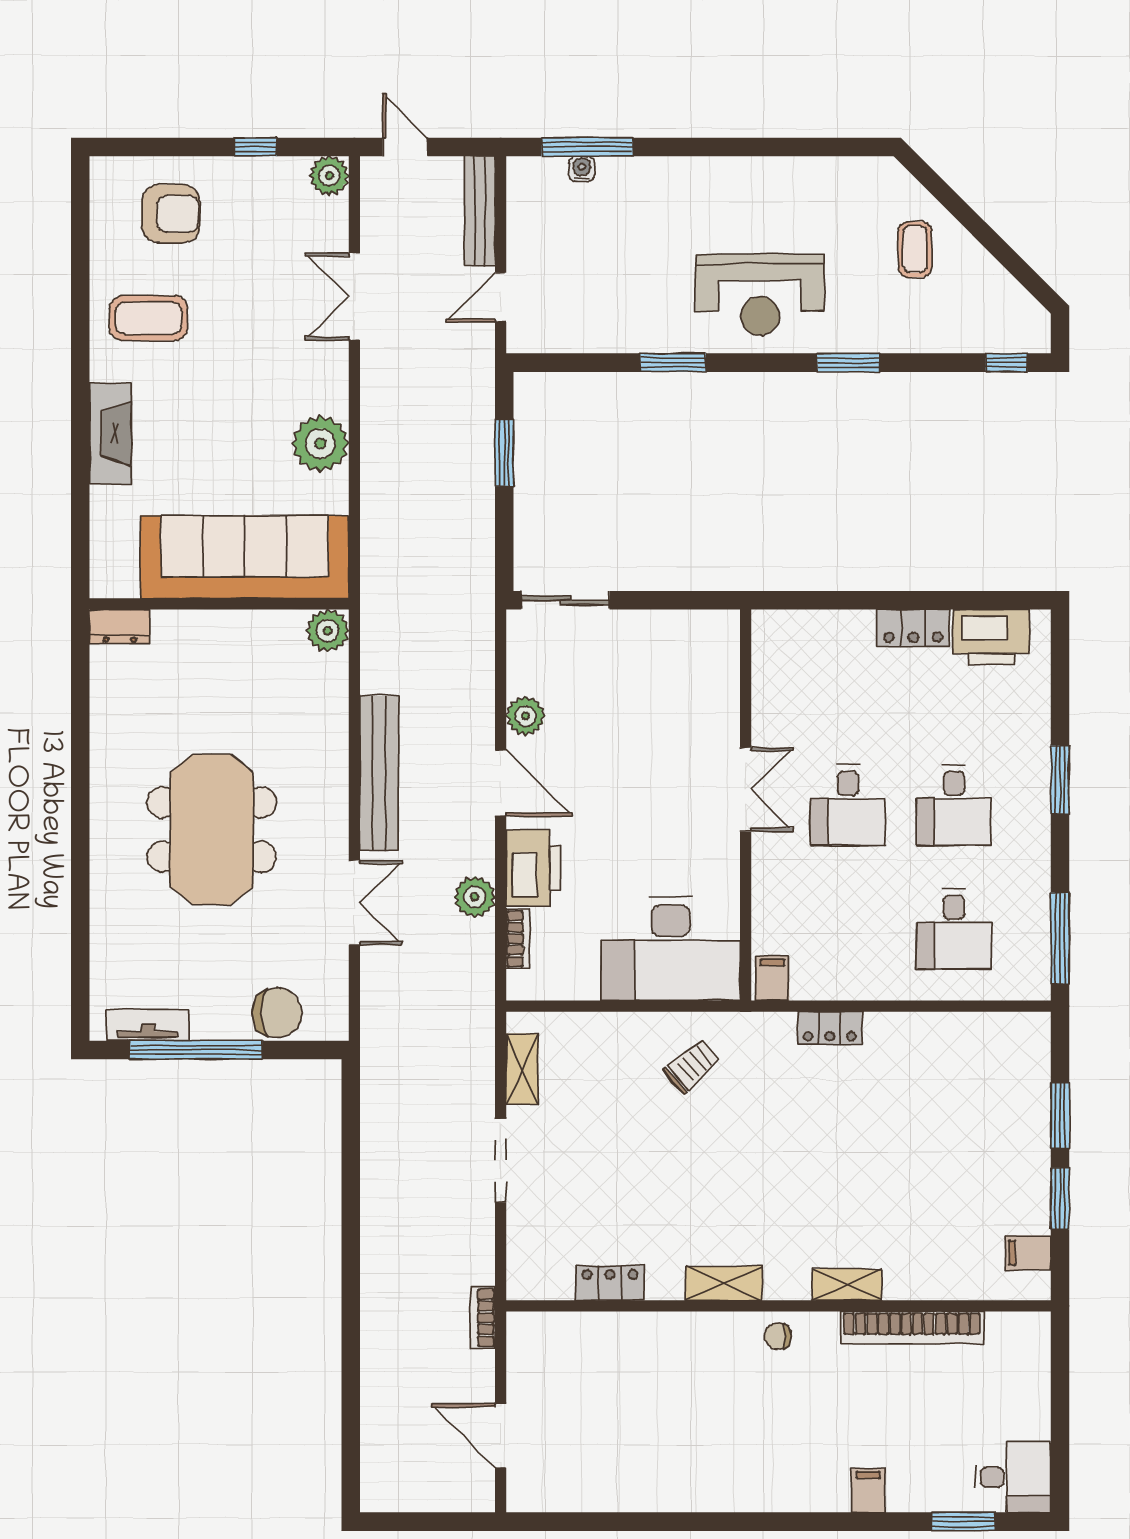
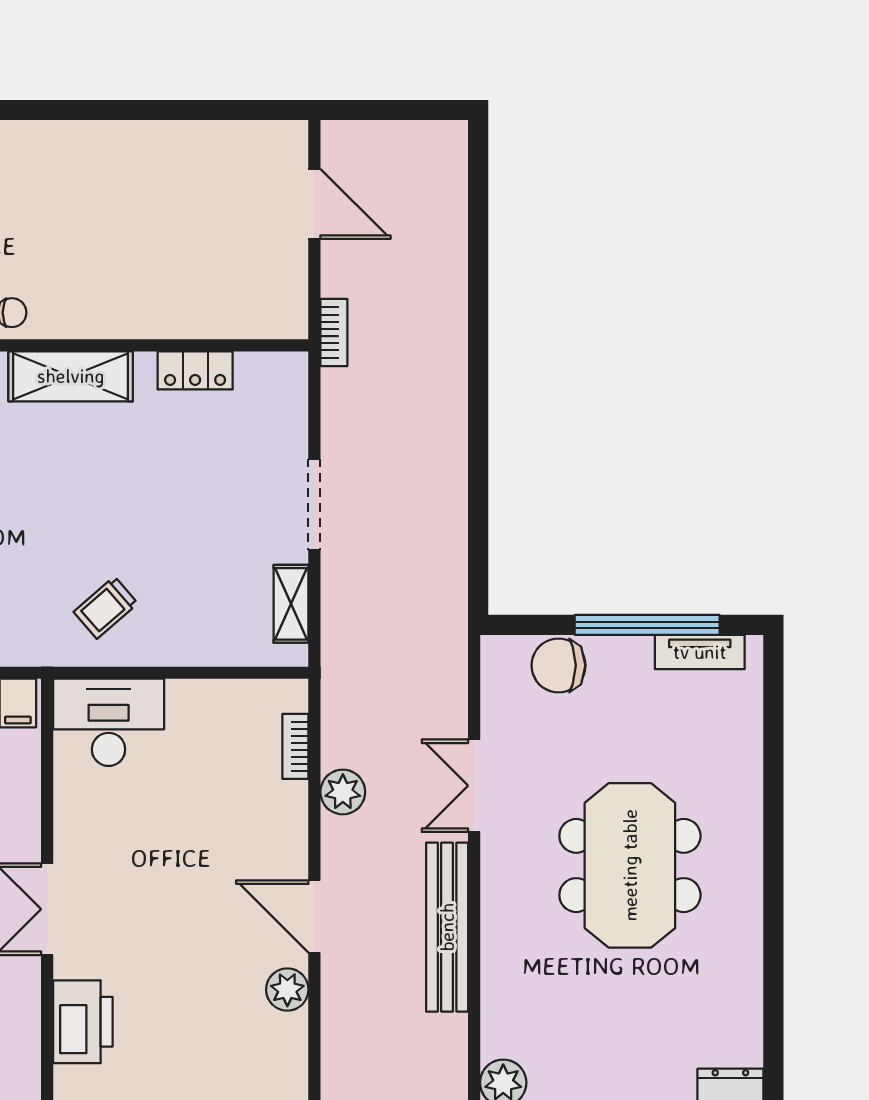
printer: (533, 868) -> (83, 1022), moved, turned 180
desk: (671, 949) -> (109, 722), width x0.73, depth x0.77
shelving: (724, 1283) -> (71, 376), width x1.50, depth x1.33

